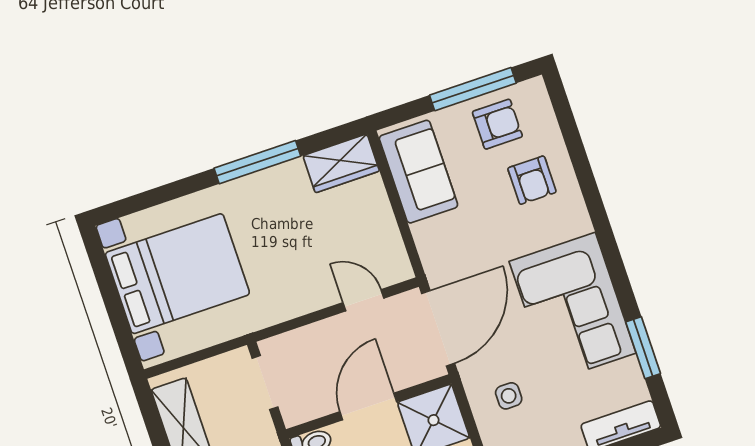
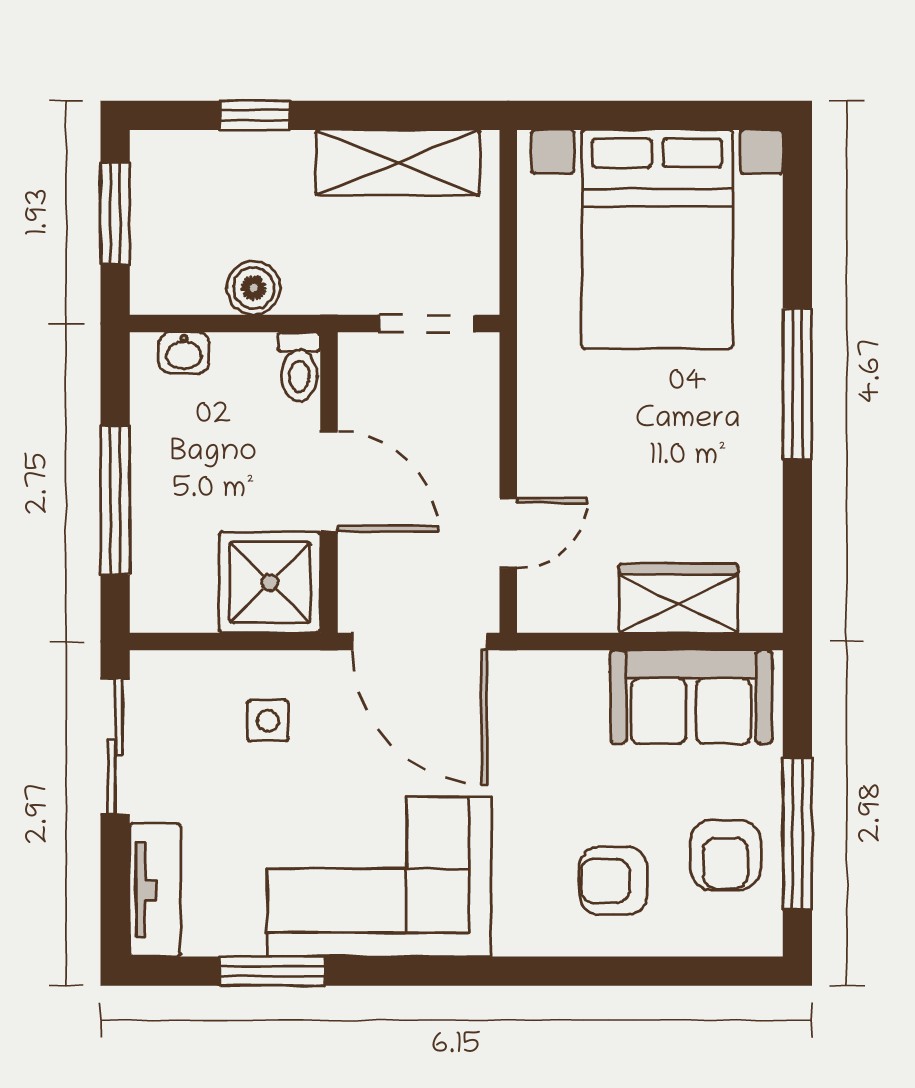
window: (257, 162) -> (797, 384), moved
wardrobe: (341, 163) -> (678, 598), moved, turned 90

